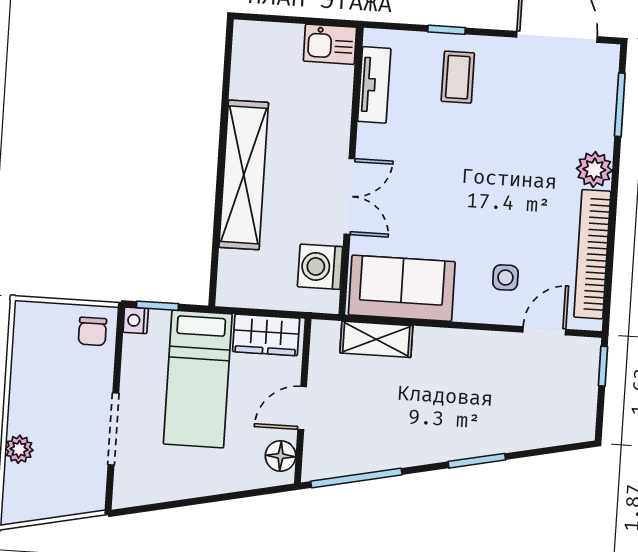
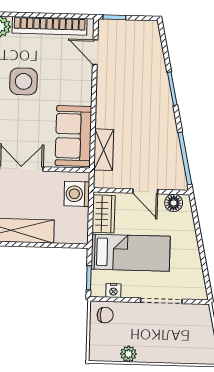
washing machine: (320, 267) -> (77, 194), moved, turned 90
side table: (505, 278) -> (24, 81), moved, width x1.87, depth x1.87
nightstand: (136, 320) -> (113, 291), moved
plant: (19, 449) -> (128, 354), moved

